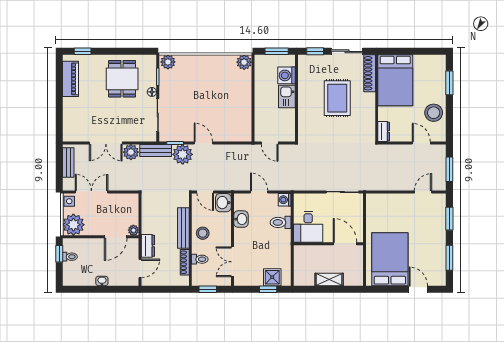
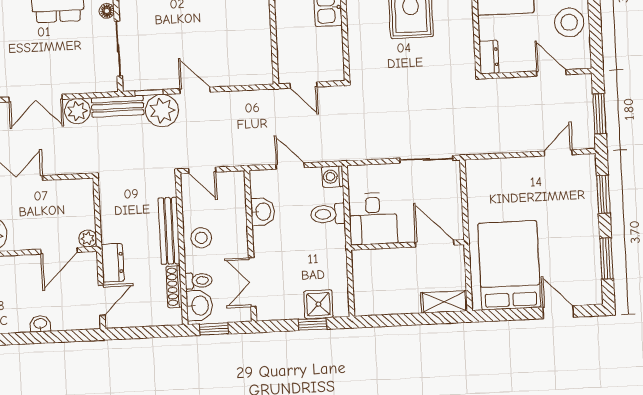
washbasin: (223, 203) -> (199, 306), moved, turned 180
shelving: (329, 279) -> (444, 302), moved

